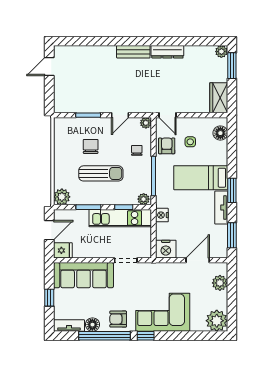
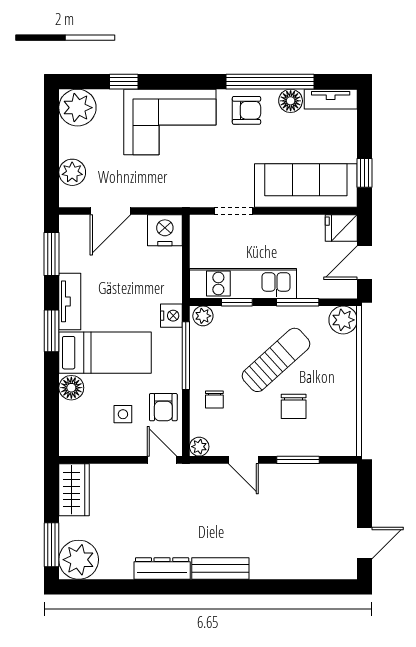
plant: (221, 52) -> (79, 560), width x1.88, depth x1.88
door: (120, 115) -> (243, 460), swing flipped
floor lamp: (220, 133) -> (71, 388), moved
sun lounger: (101, 173) -> (276, 360), turned 138
nightstand: (162, 215) -> (171, 316), moved
window: (49, 298) -> (365, 173), moved
window: (146, 336) -> (124, 82), moved

